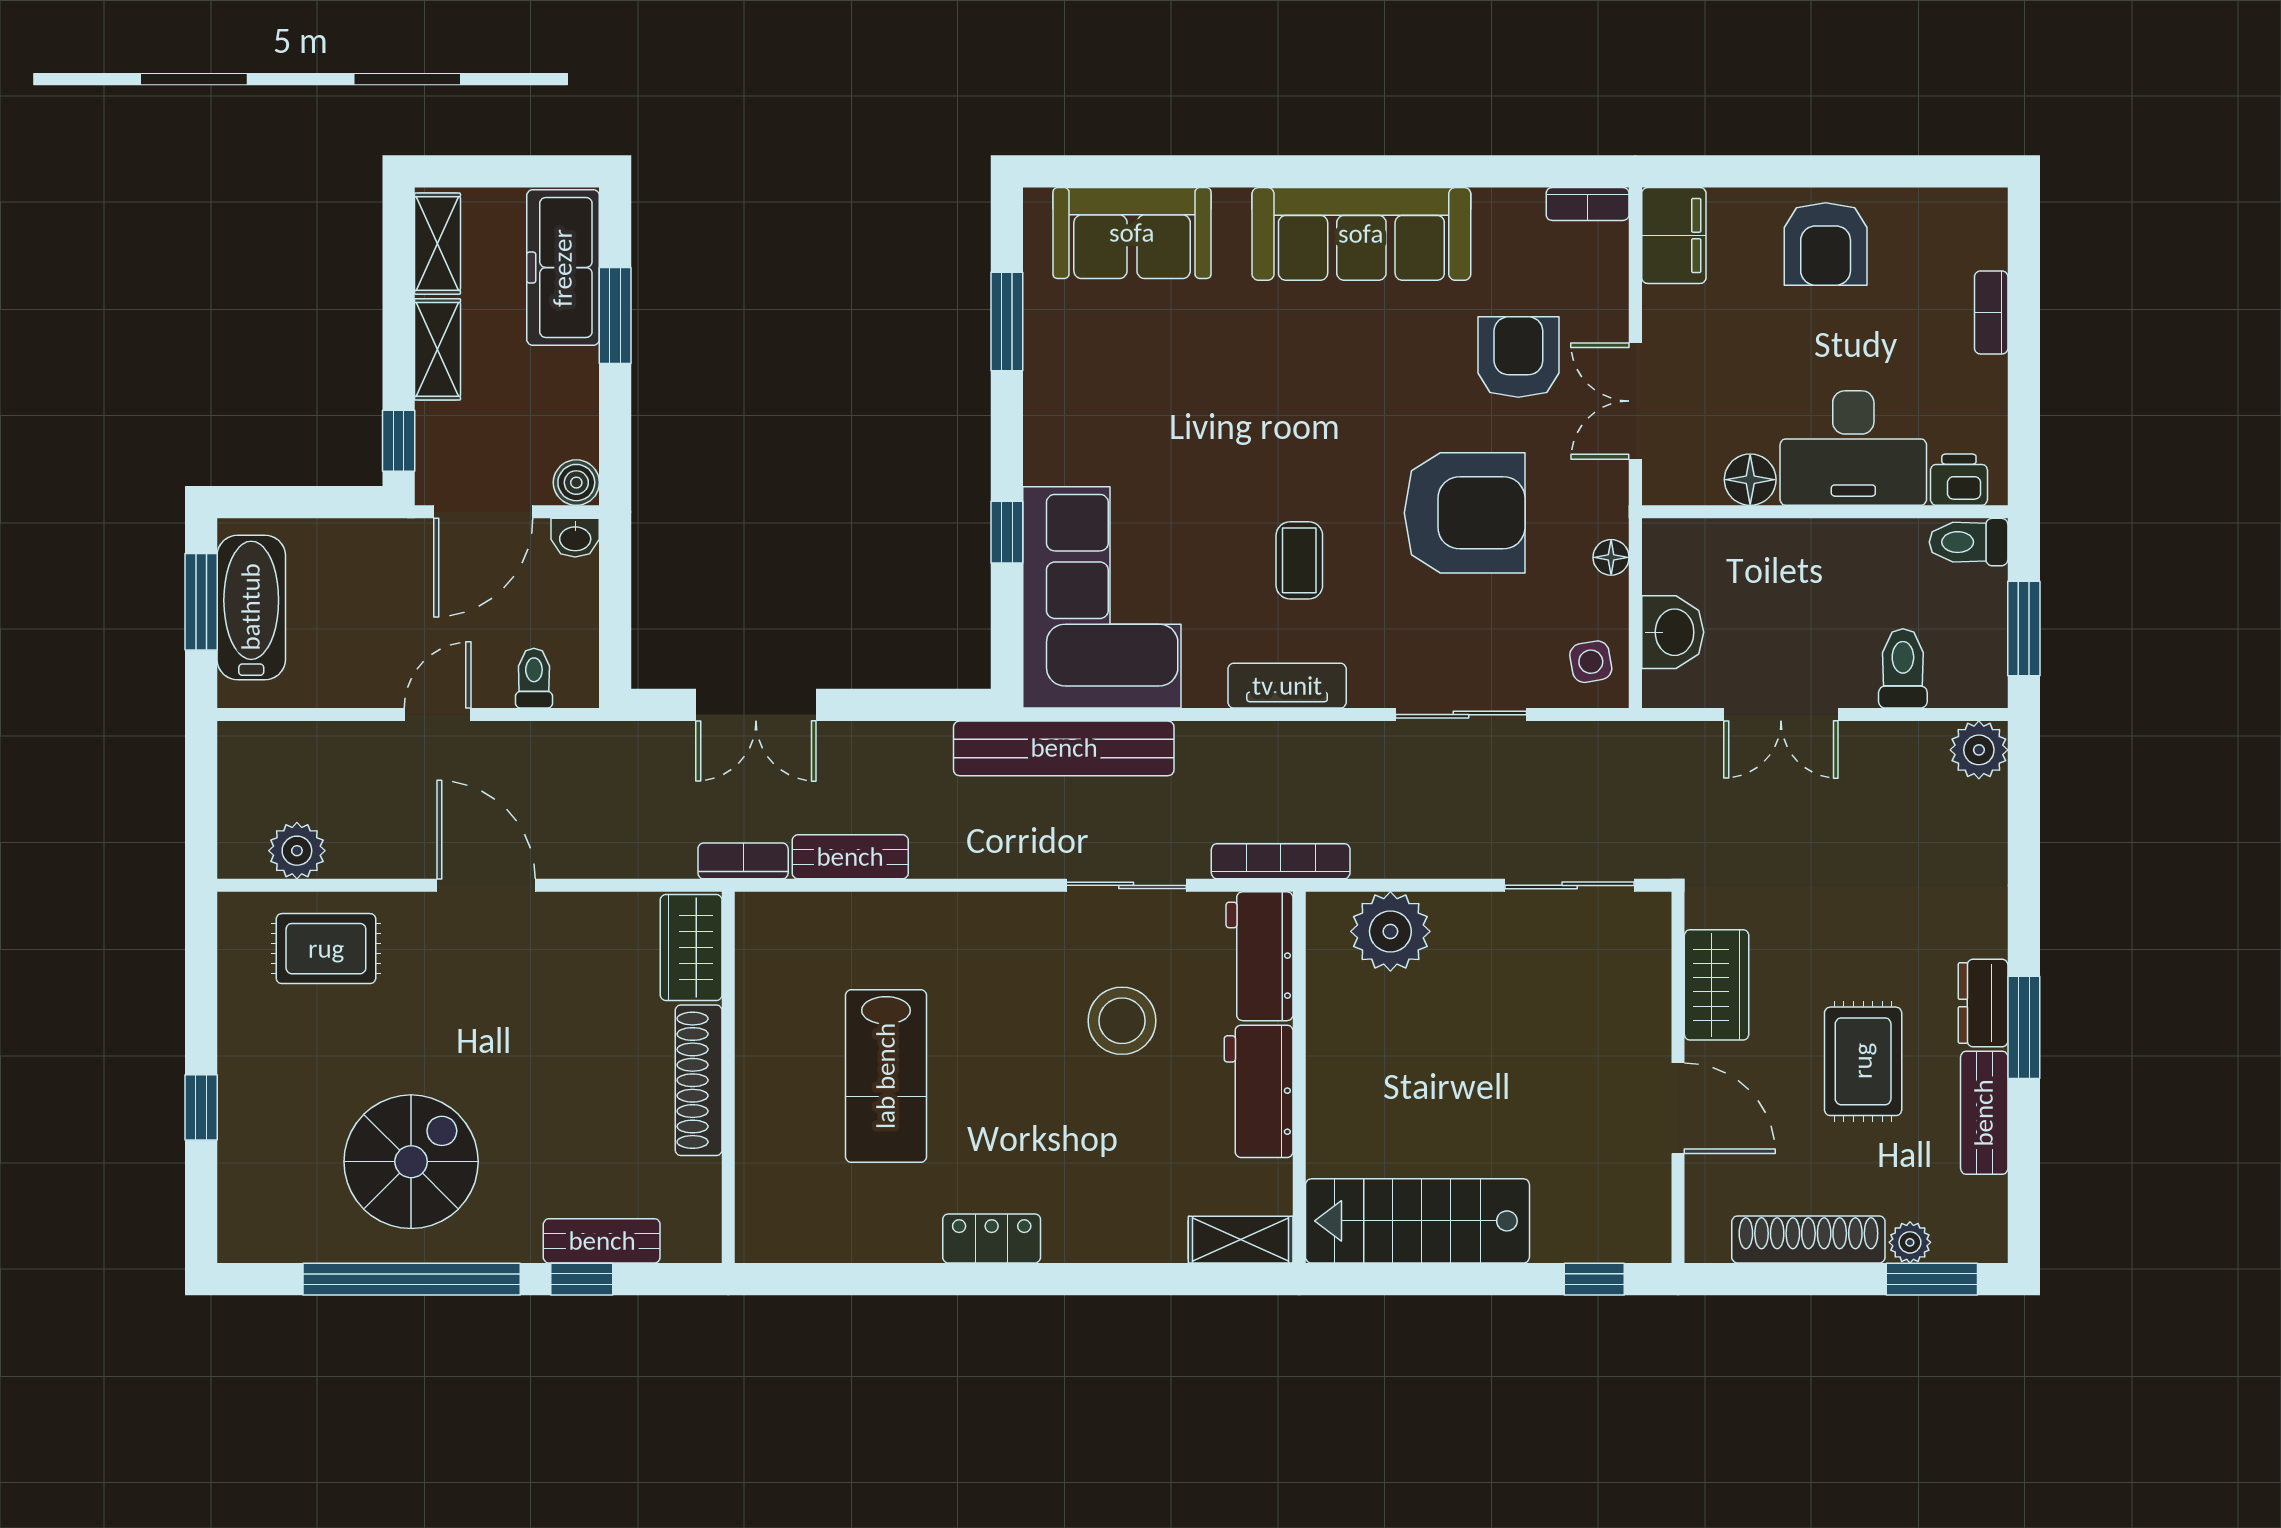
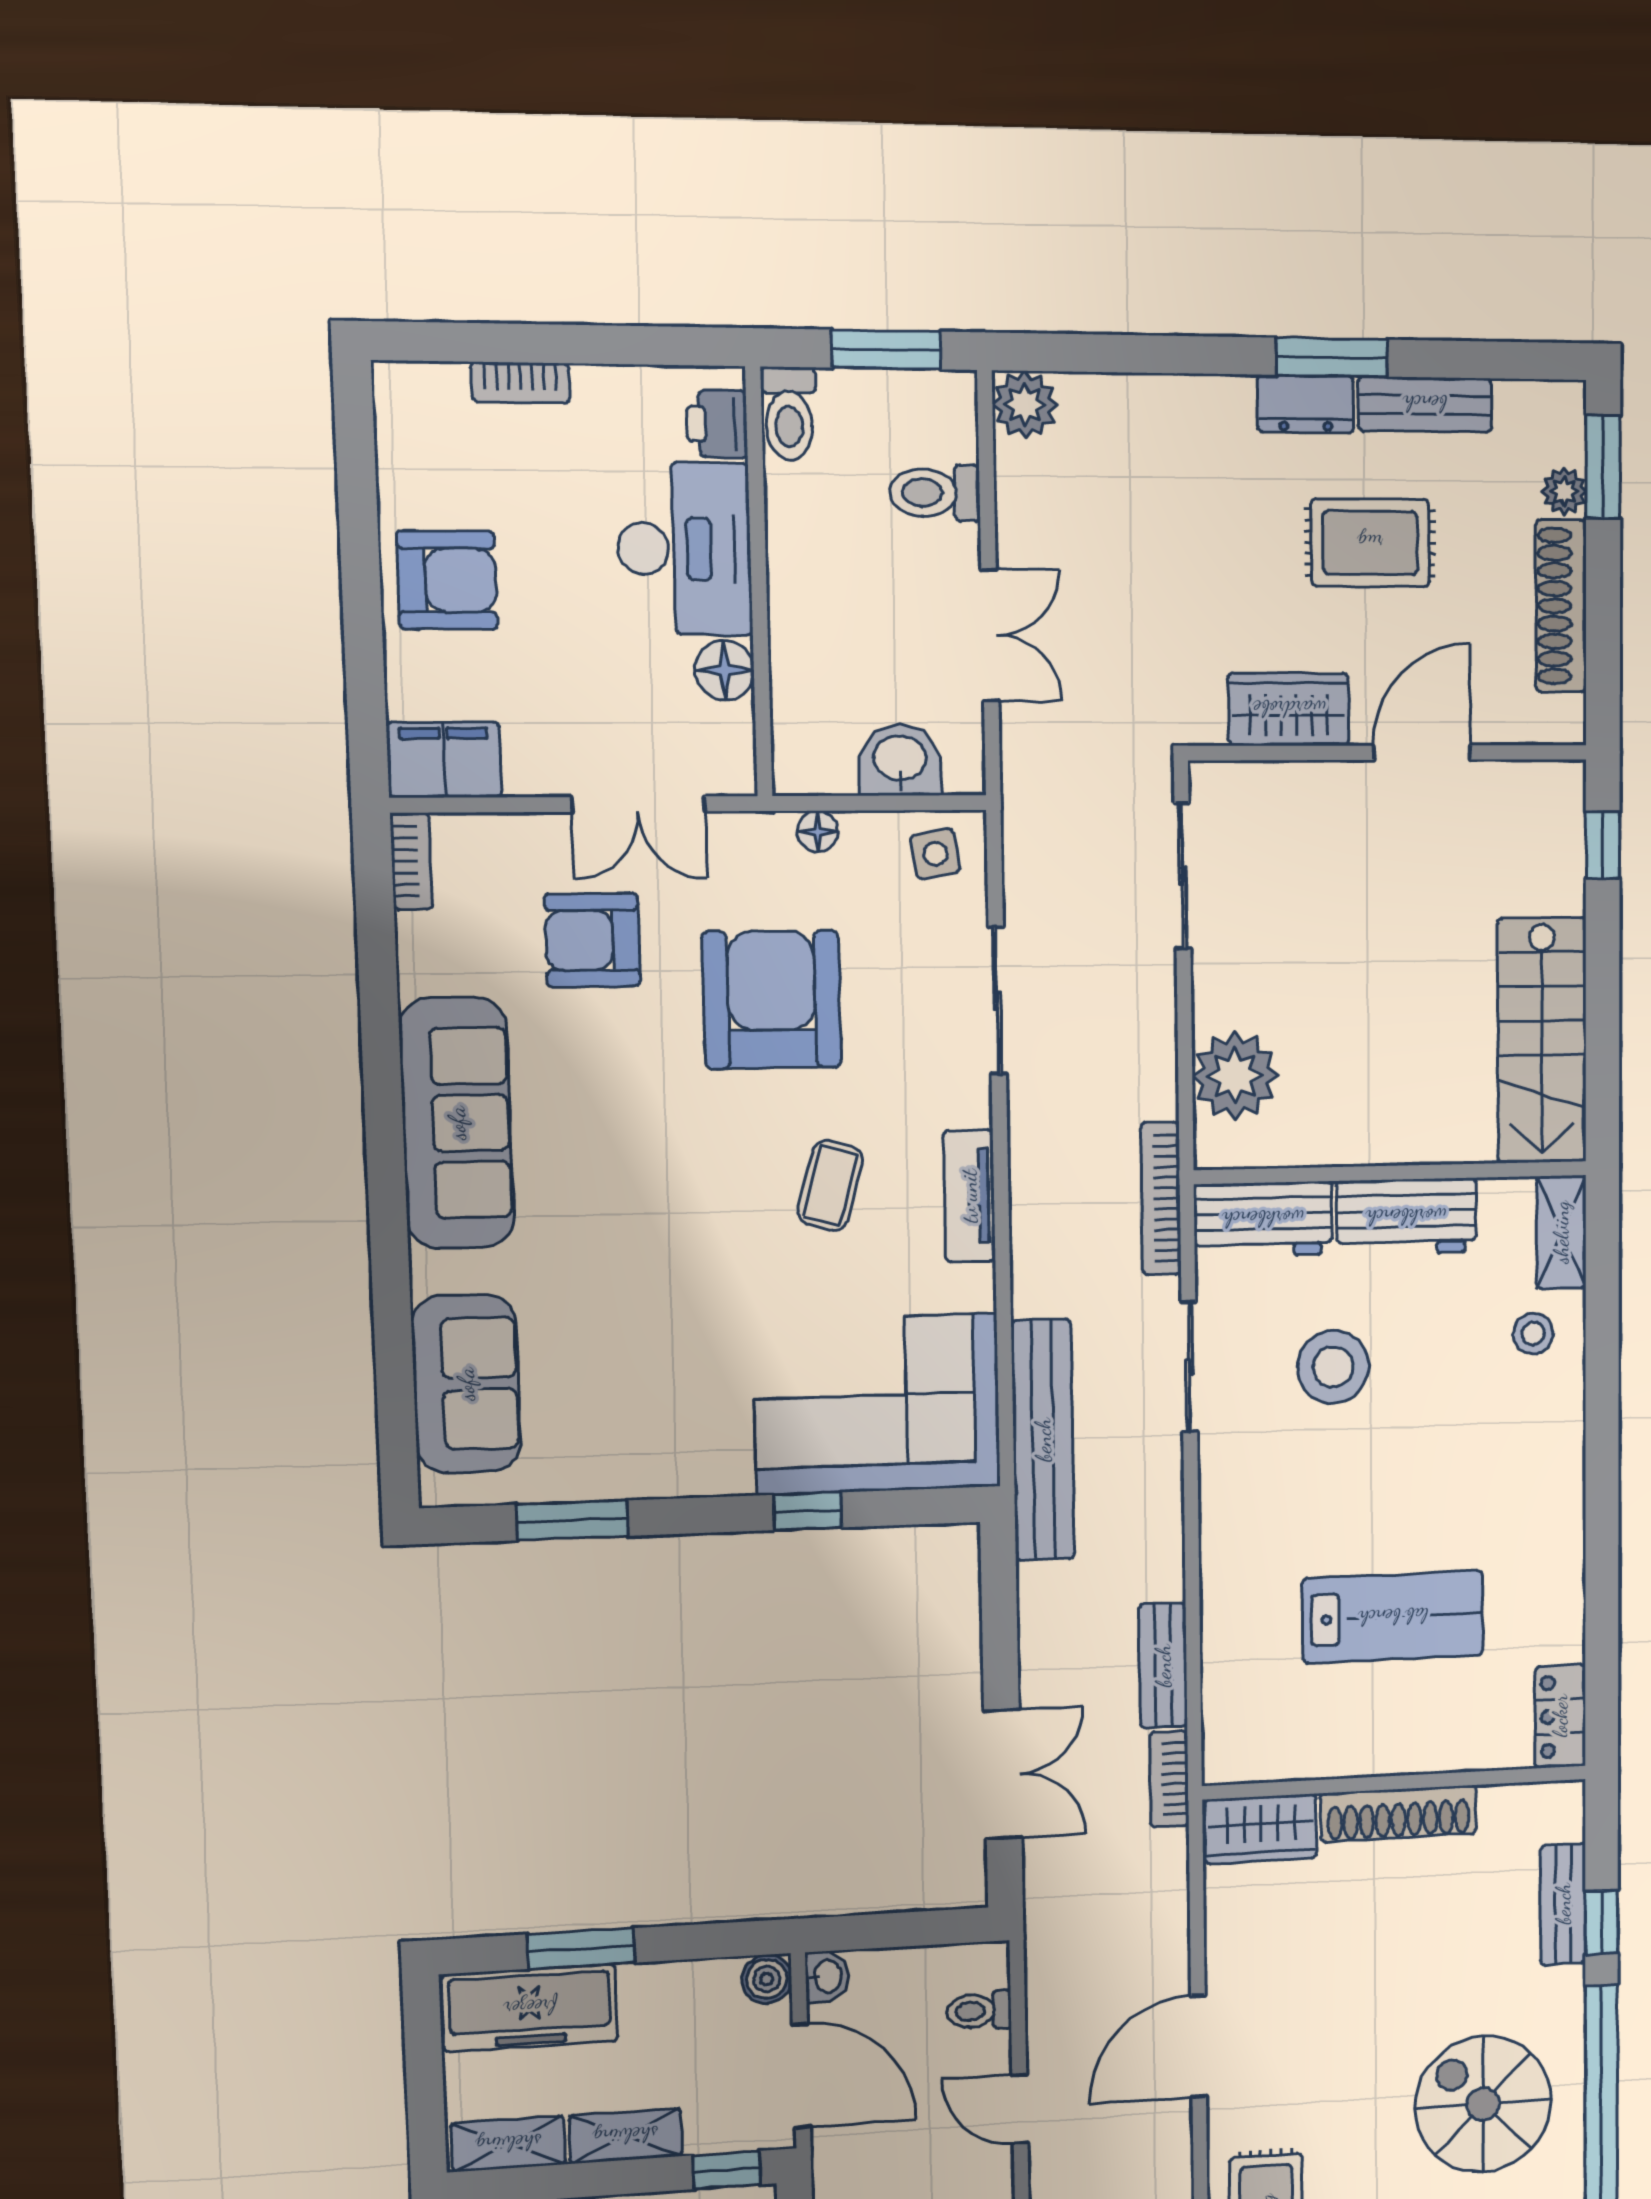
coffee table: (1299, 560) -> (830, 1186), turned -74
stool: (1147, 1212) -> (1533, 1334), added
locker: (992, 1238) -> (1560, 1716), moved

